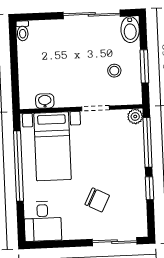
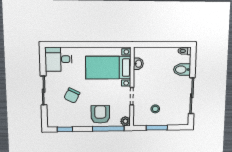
bidet: (130, 30) -> (182, 70), moved
armchair: (125, 156) -> (100, 114), added
window: (18, 166) -> (96, 44), removed
window: (149, 188) -> (65, 129), moved
sliding door: (115, 242) -> (44, 91), moved

